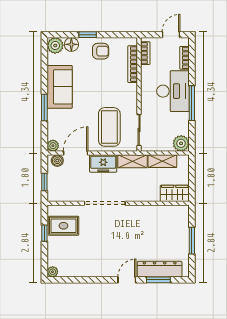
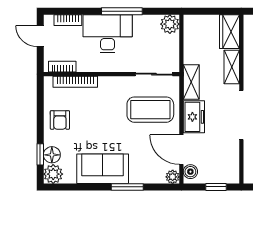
window: (88, 35) -> (40, 154), moved
armchair: (101, 51) -> (60, 120), turned 180
shelving: (162, 161) -> (232, 67), moved

